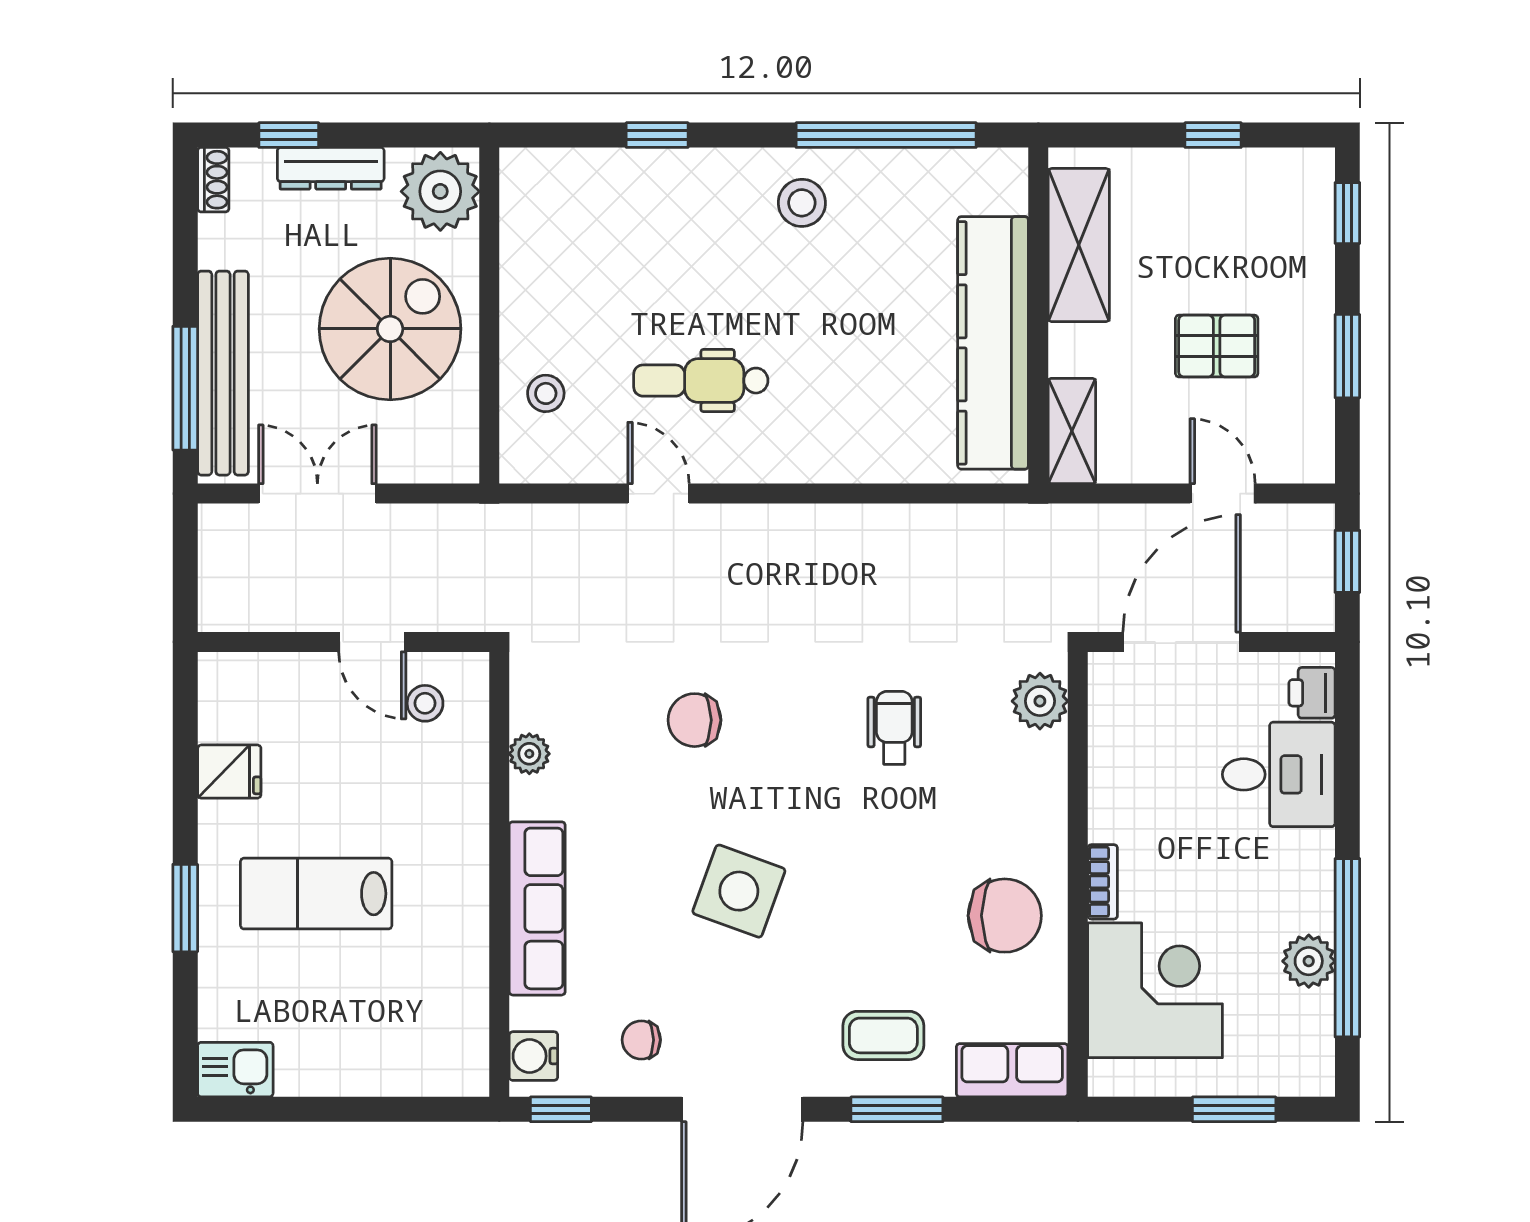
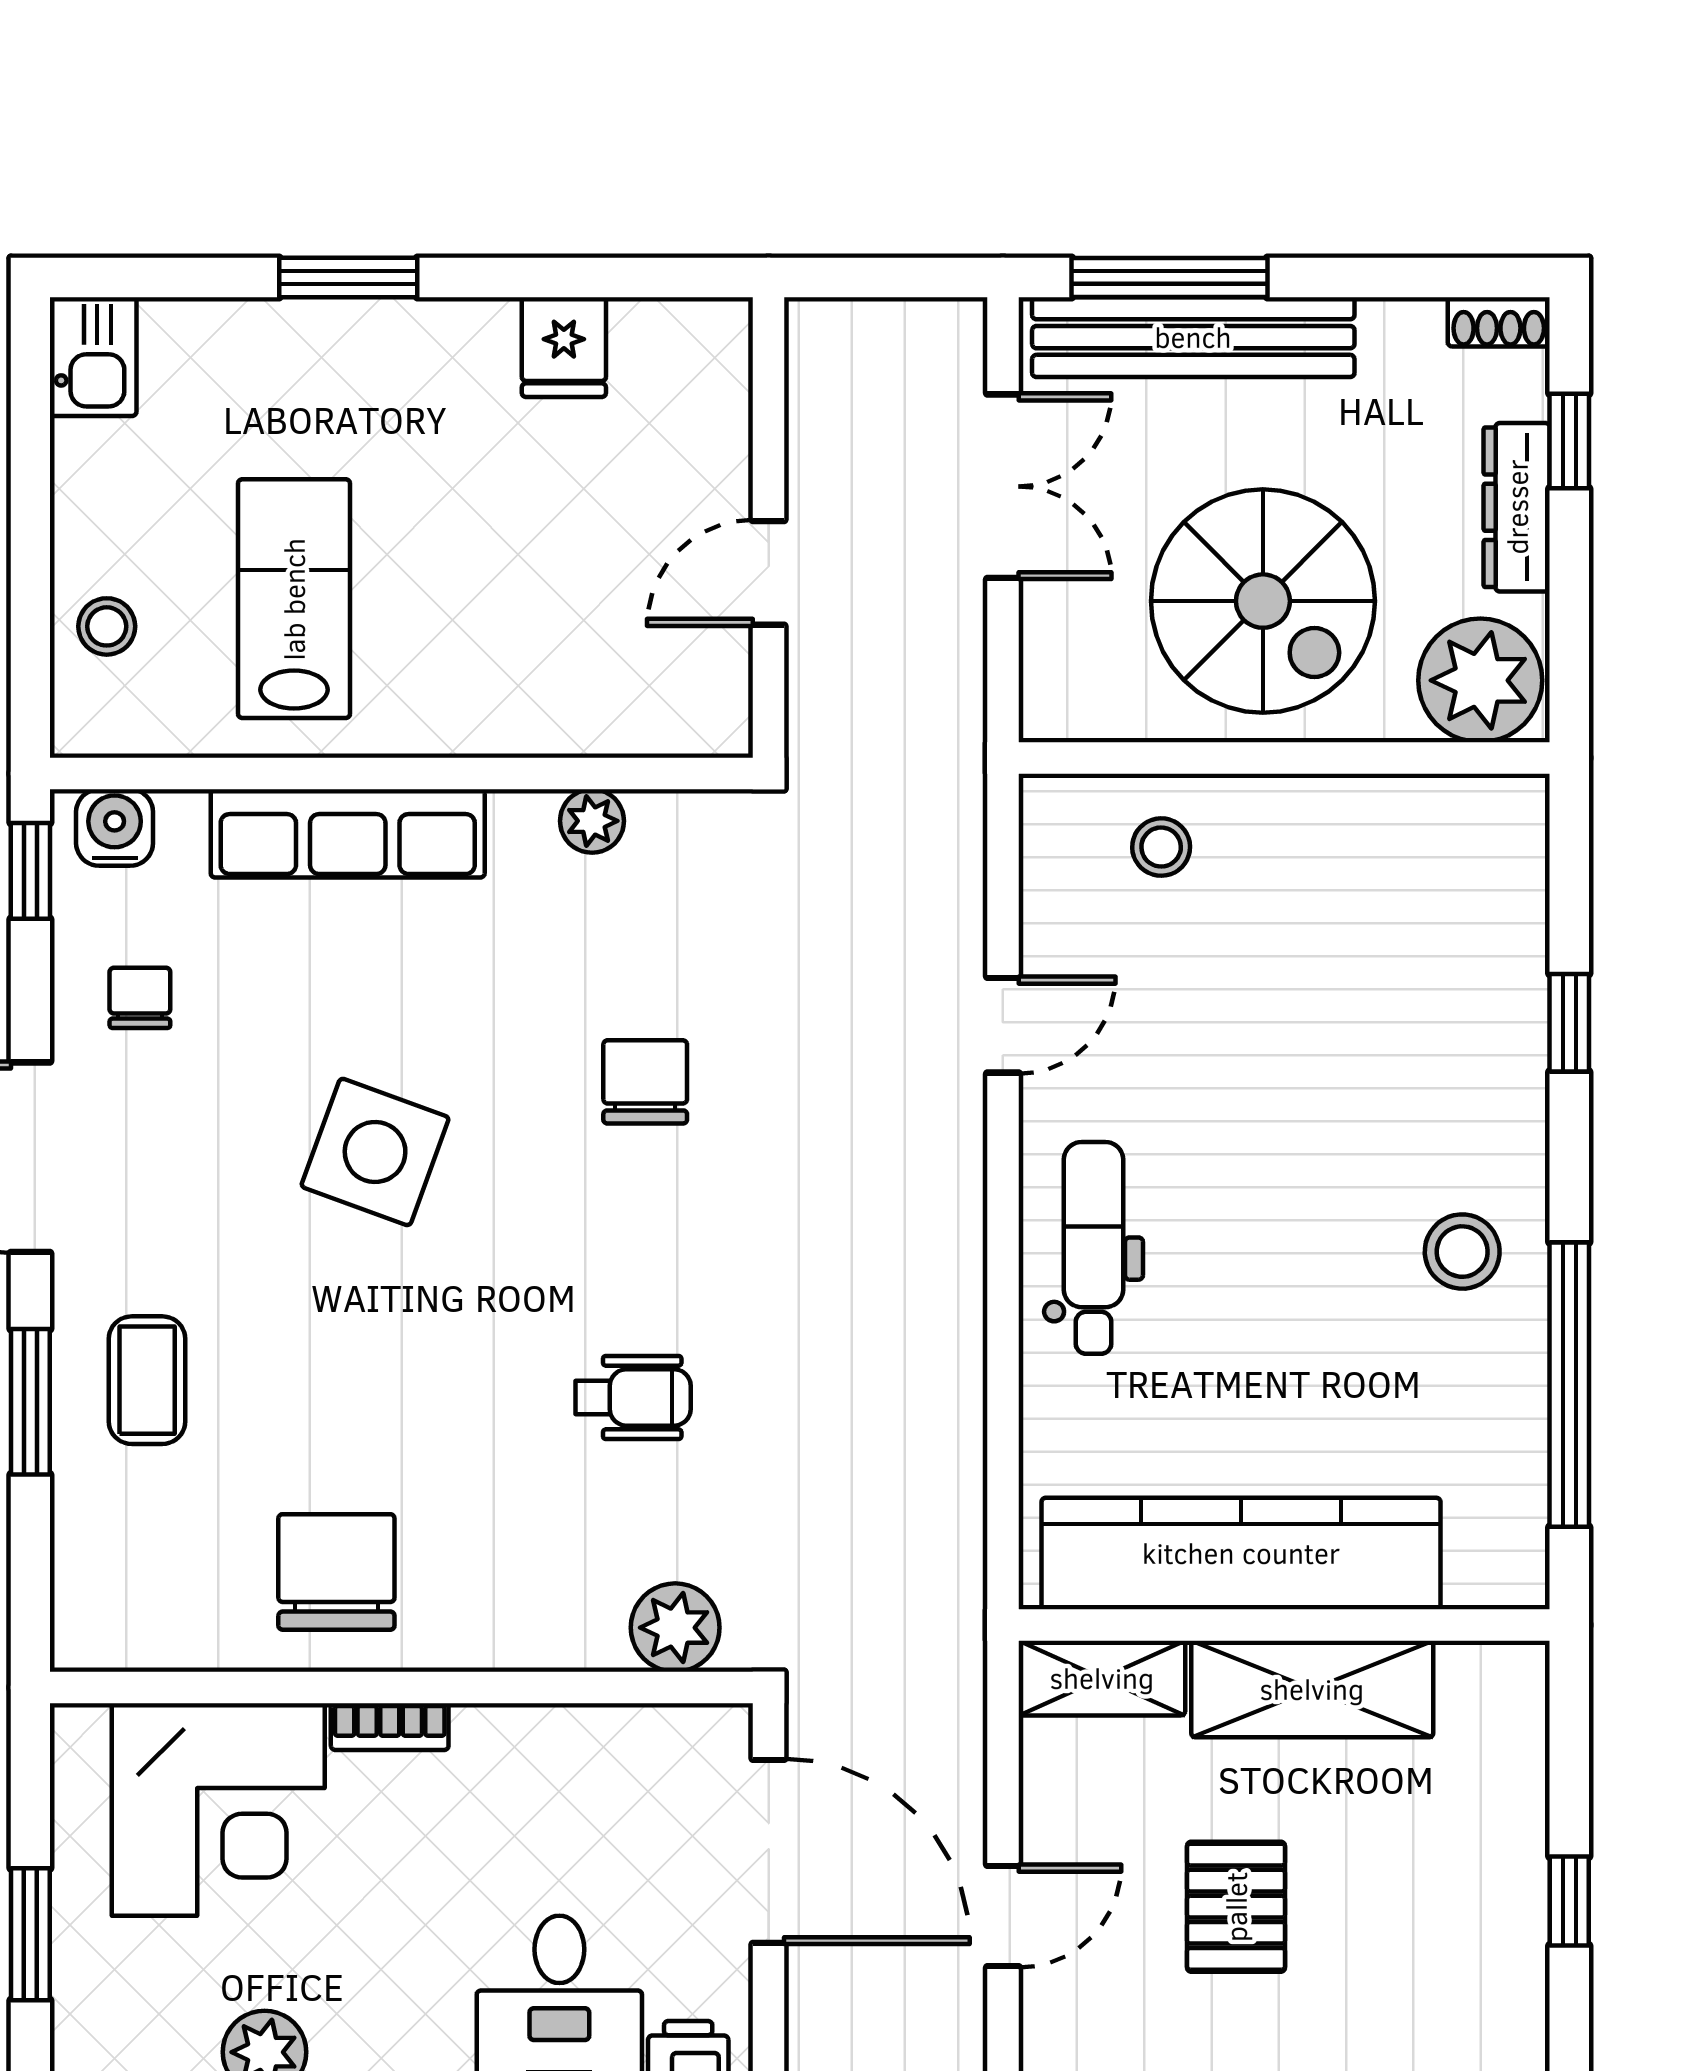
shelving: (1079, 245) -> (1312, 1689), moved
dental chair: (701, 381) -> (1093, 1248), moved
stool: (425, 703) -> (107, 626), moved
lab bench: (316, 894) -> (294, 599), moved
chair: (1005, 916) -> (336, 1572), turned 180
row of seats: (1012, 1070) -> (92, 1584), removed

